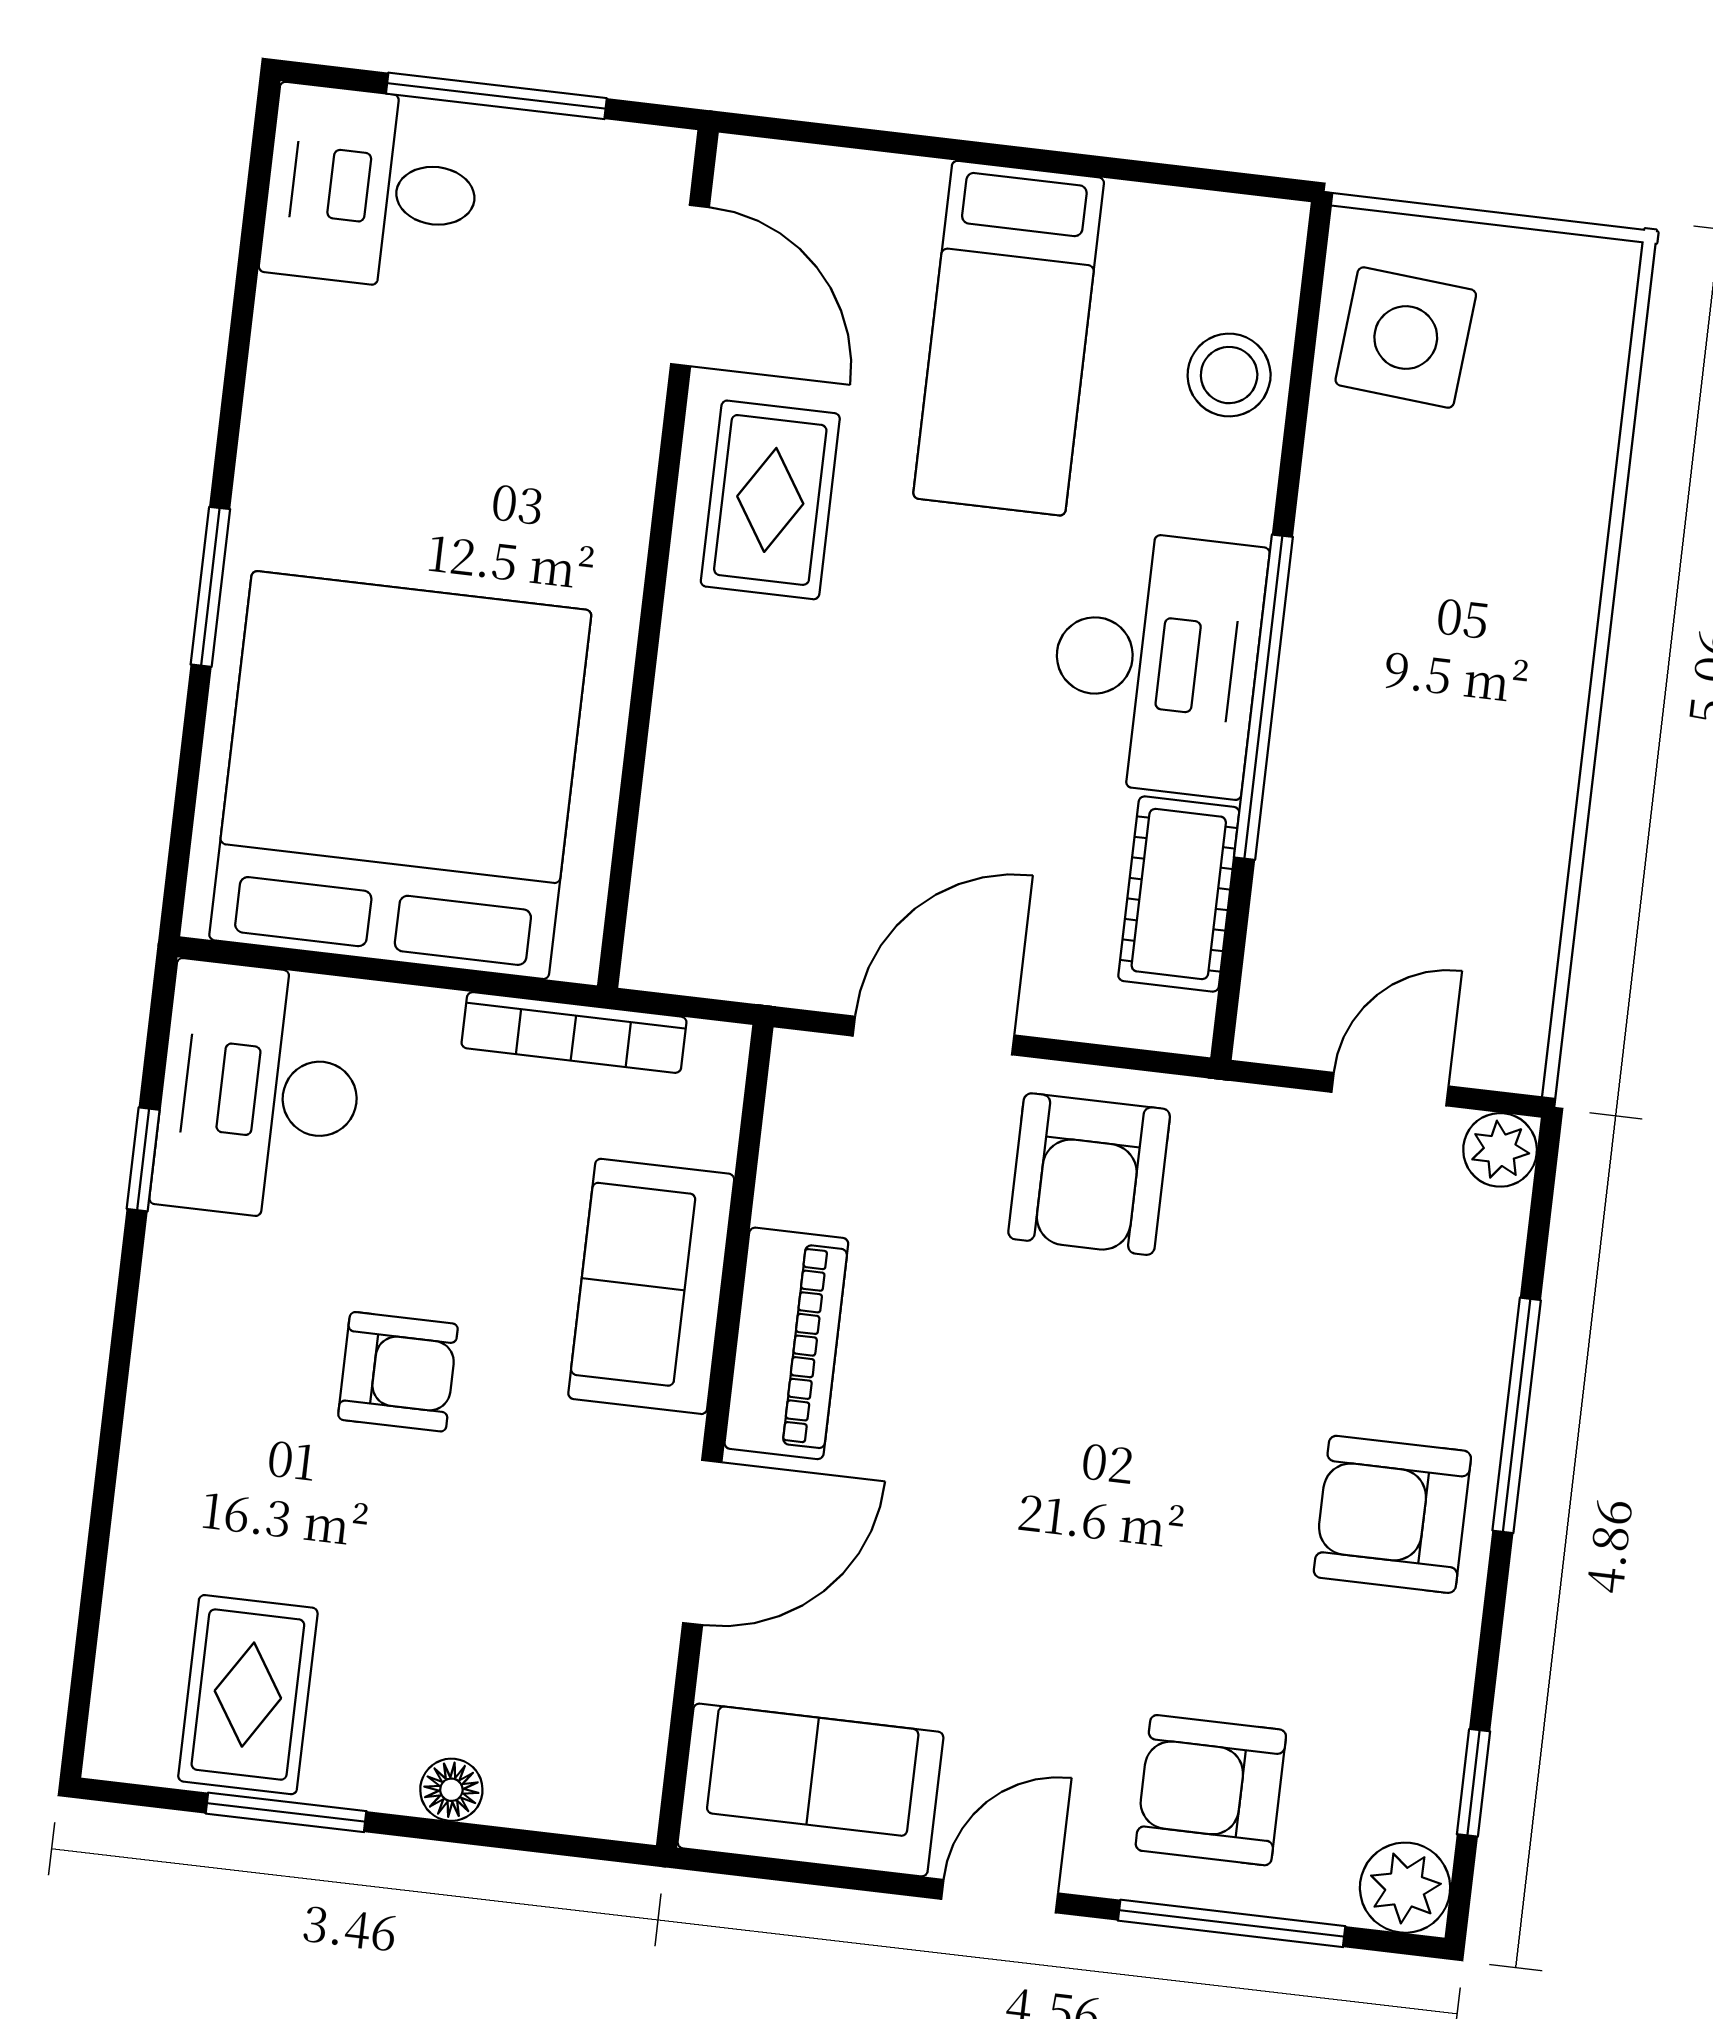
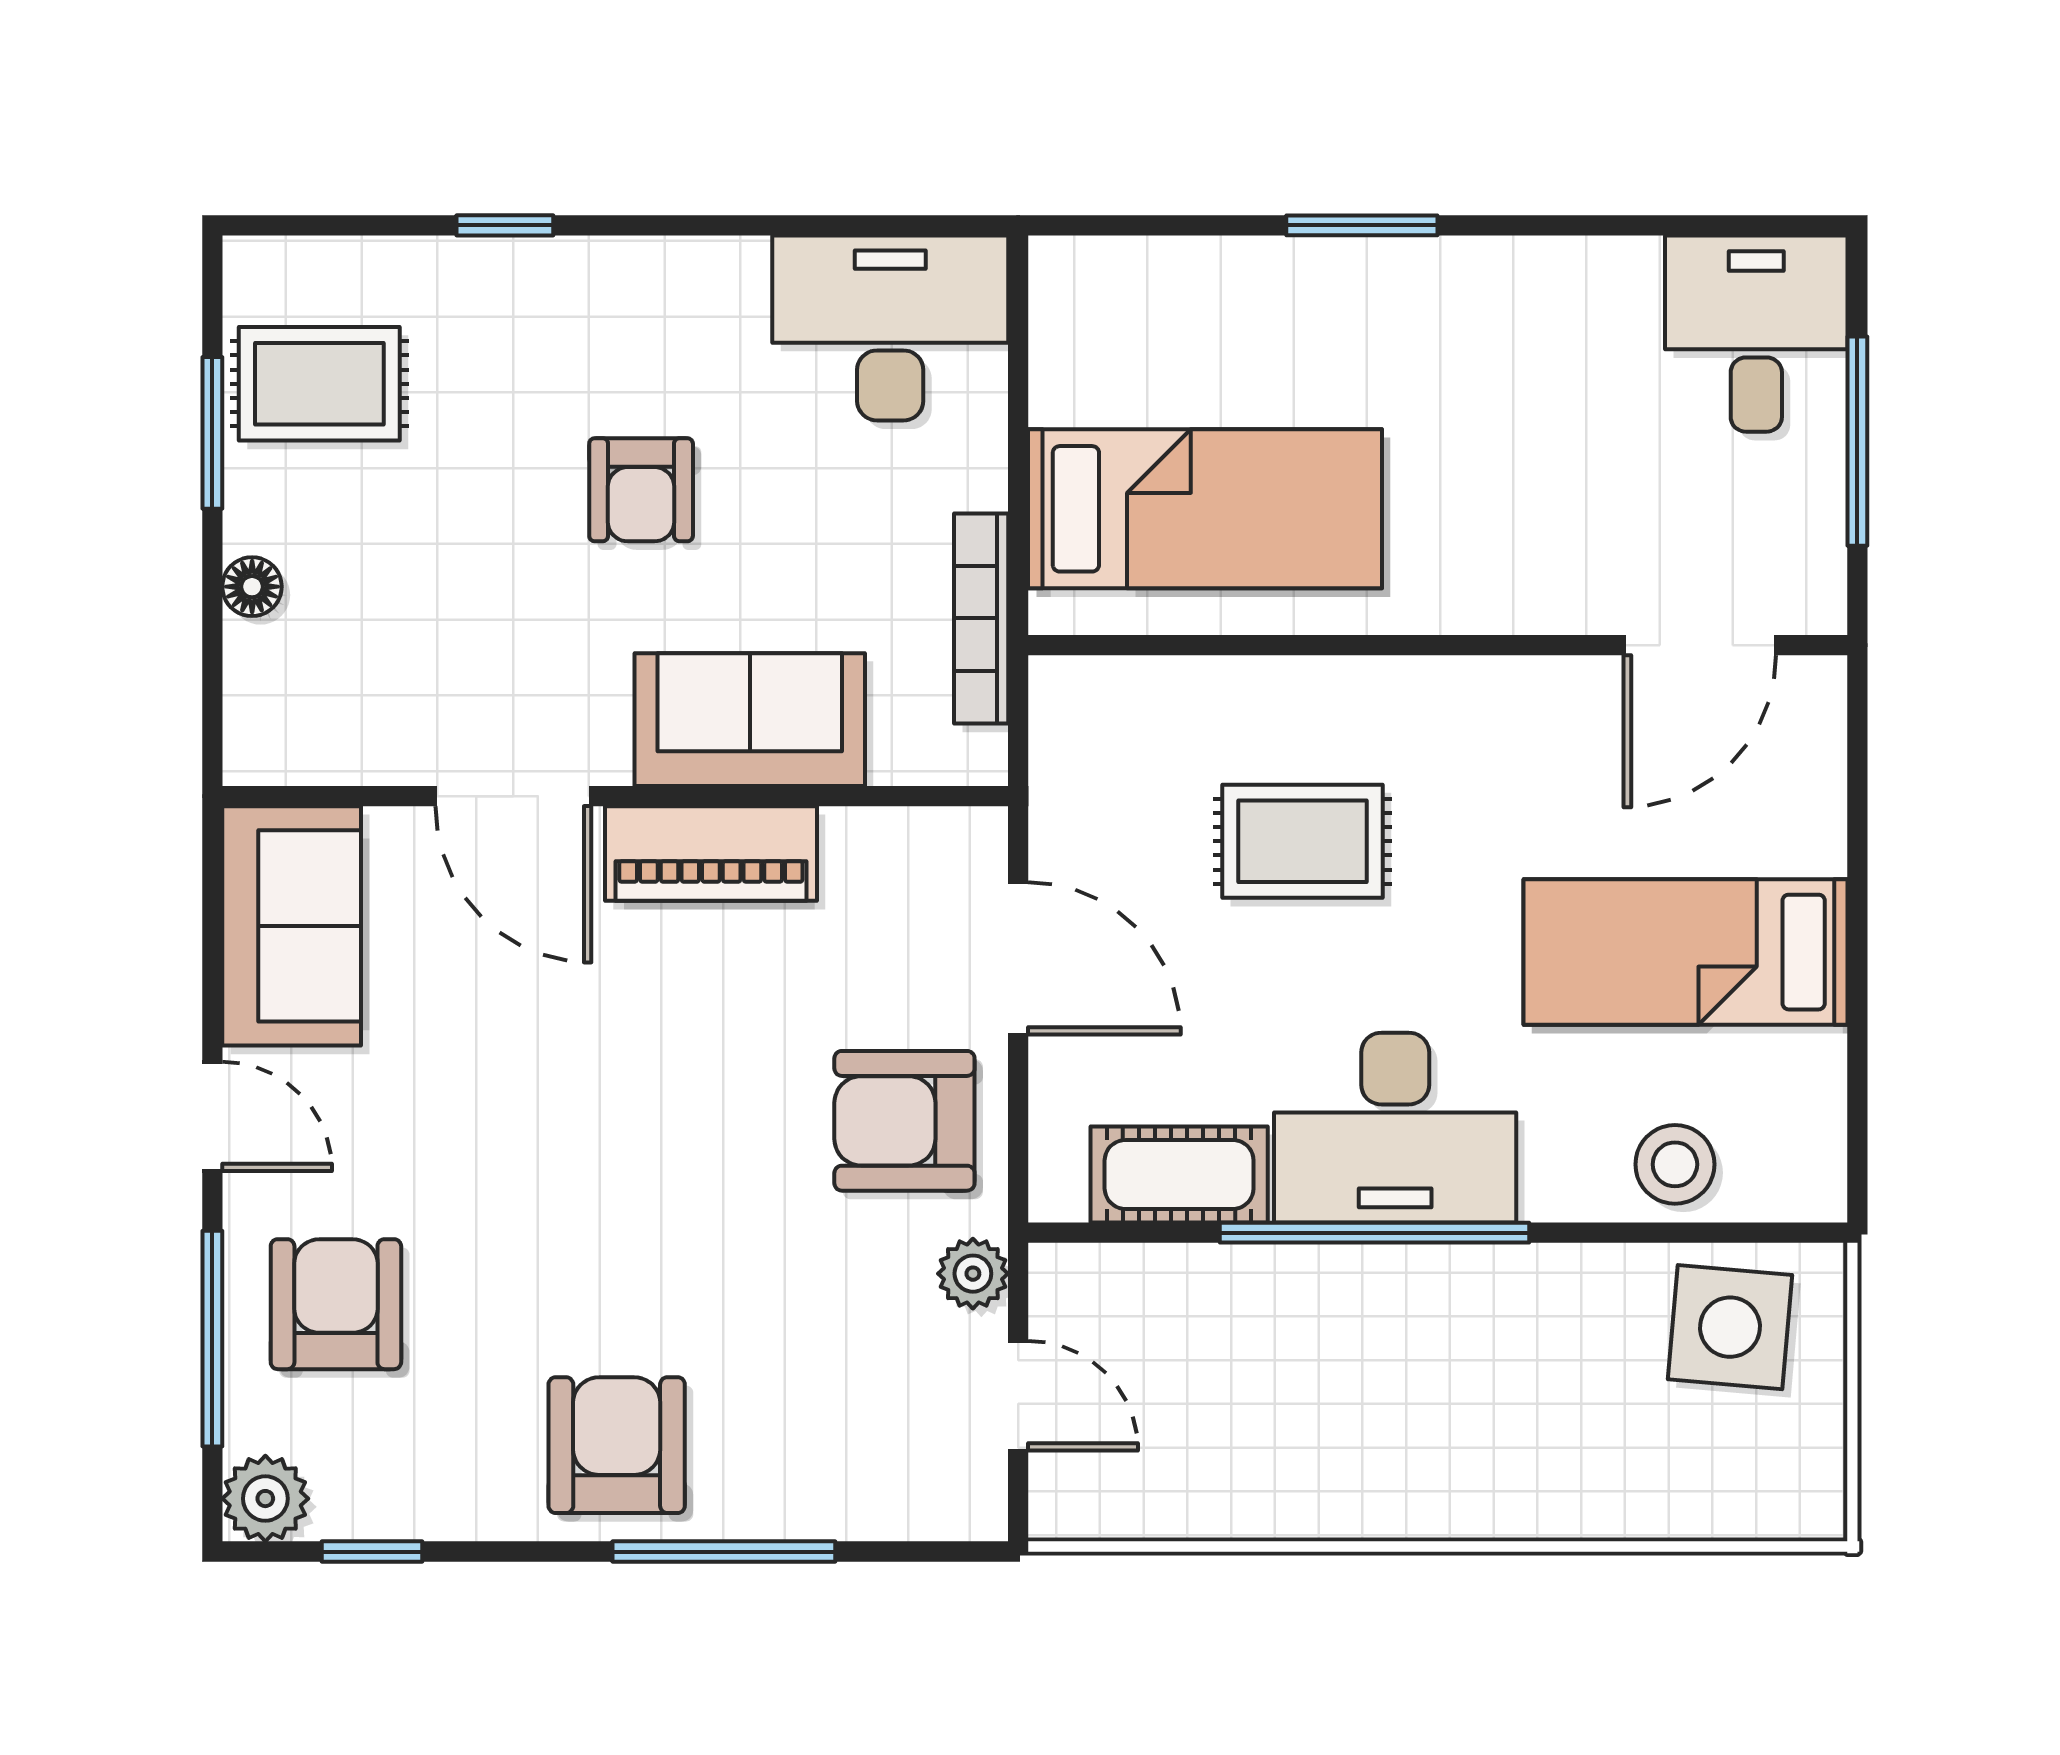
rug: (770, 500) -> (1303, 841), moved
bed: (400, 775) -> (1205, 509), width x0.49
plant: (1500, 1150) -> (973, 1274), moved
window: (143, 1159) -> (505, 225), moved

